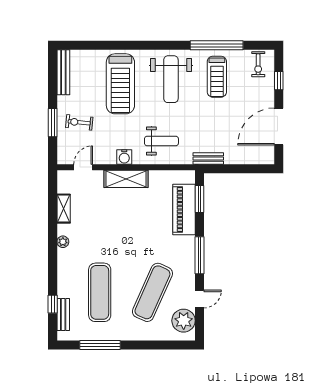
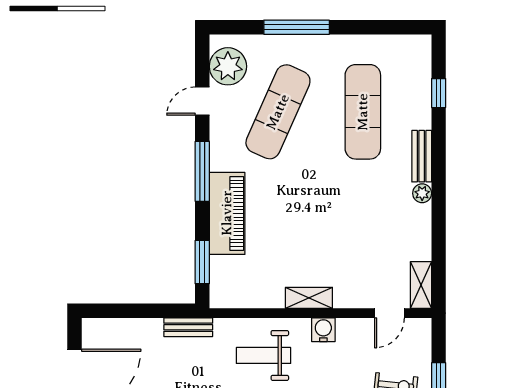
shelving: (126, 179) -> (309, 298), width x0.67, depth x0.75
shelving: (64, 209) -> (421, 285), moved
piano: (184, 209) -> (227, 213), moved
bench: (63, 315) -> (422, 156), moved
window: (100, 345) -> (297, 27), moved

